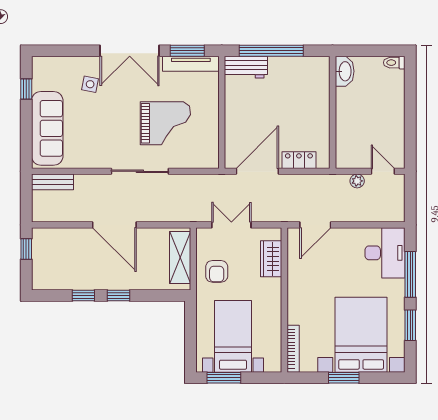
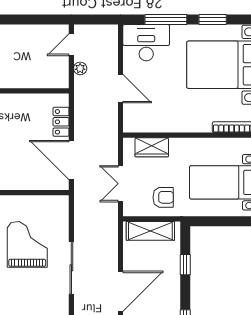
door: (315, 225) -> (120, 89), moved
window: (119, 295) -> (185, 265), moved

